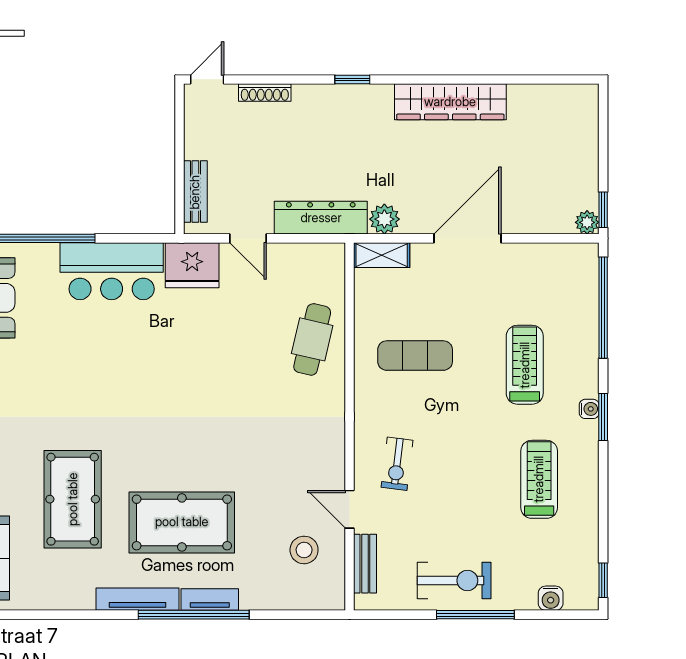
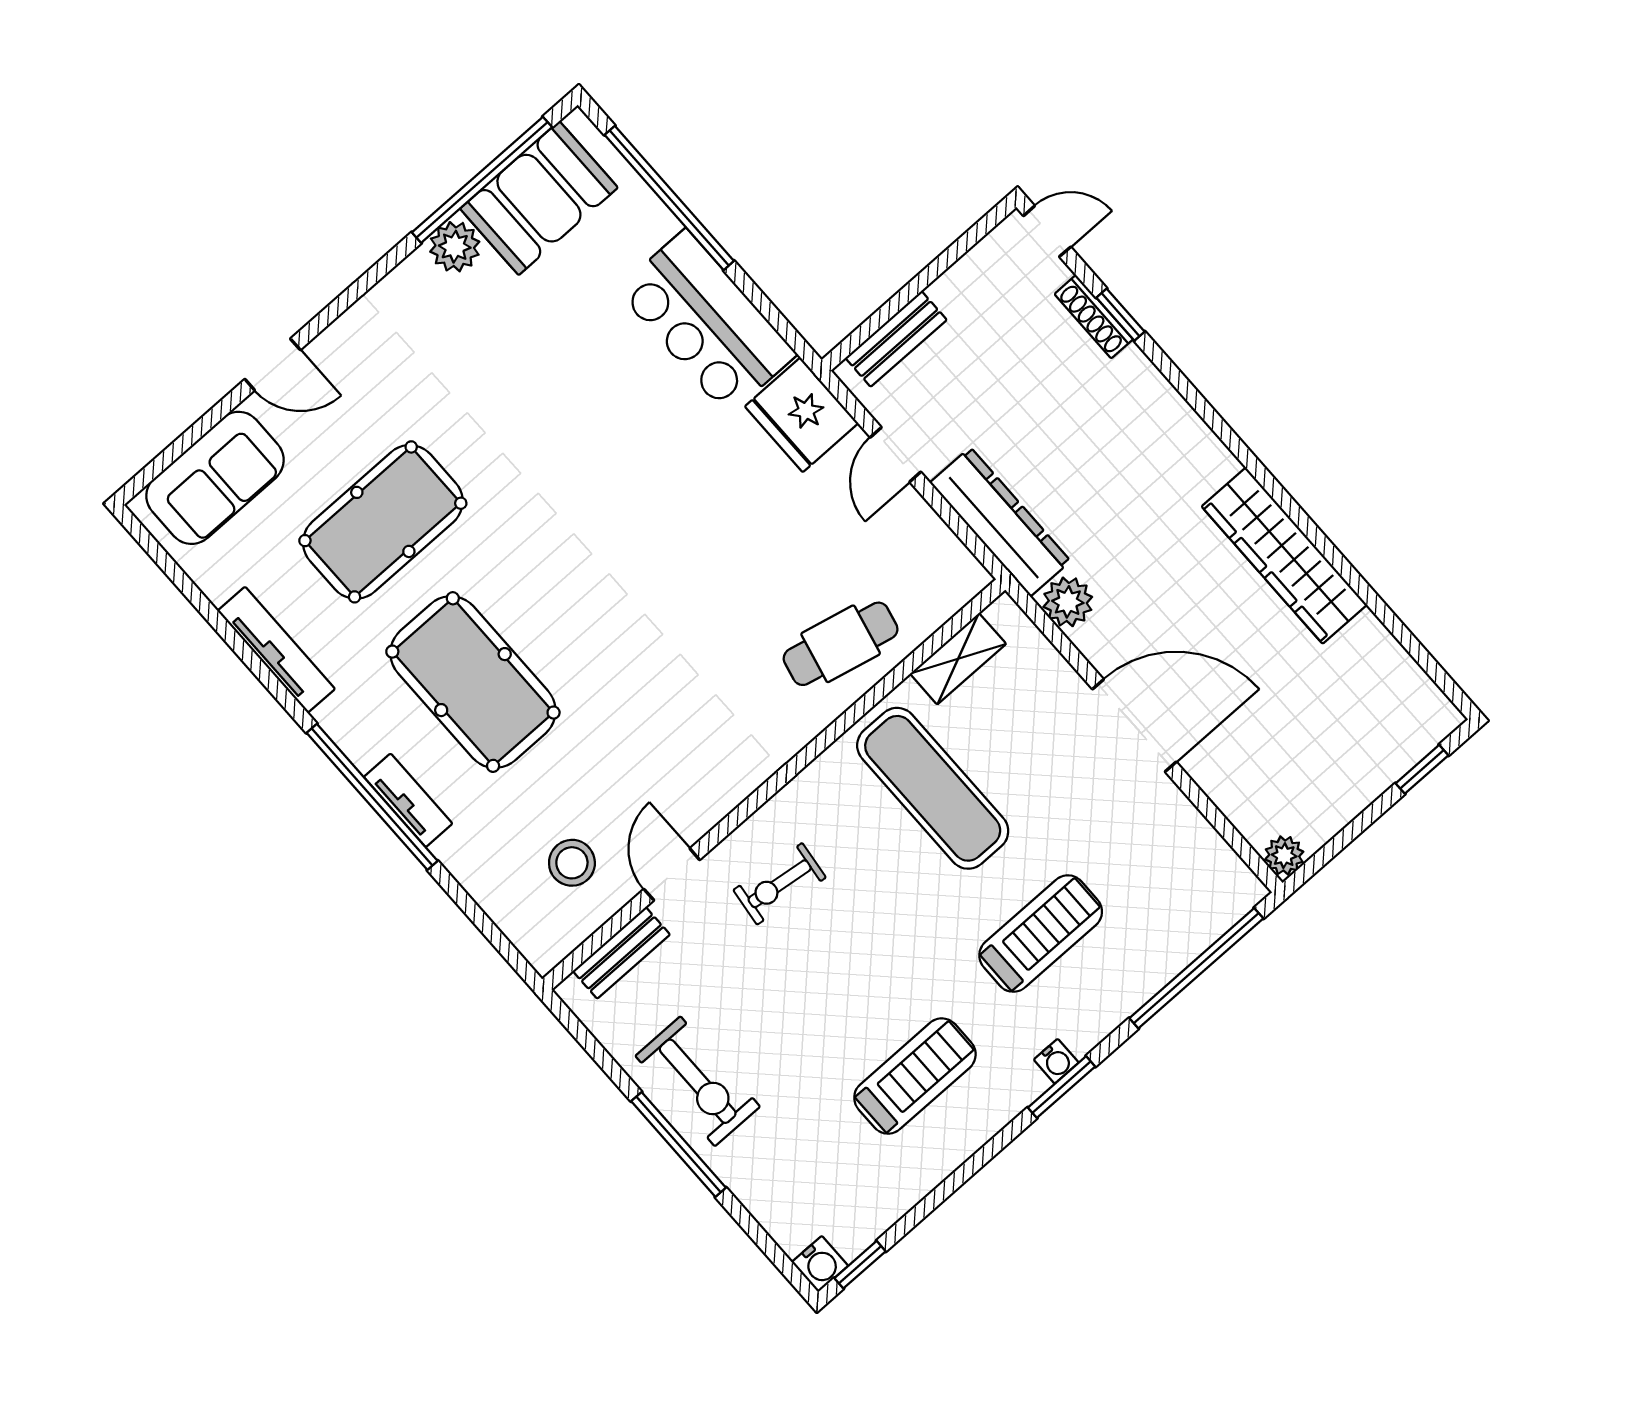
window: (352, 79) -> (1121, 315), moved
window: (603, 210) -> (1422, 769), moved
shelving: (382, 255) -> (958, 659), moved, turned 90
exercise mat: (415, 356) -> (933, 788), width x1.36, depth x1.45
water cooler: (551, 598) -> (820, 1264), moved, turned -90
tv unit: (137, 599) -> (276, 650), moved

